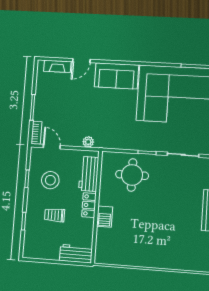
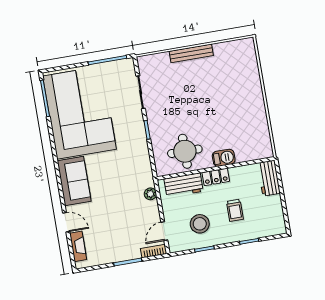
round table: (132, 175) -> (185, 151), moved

